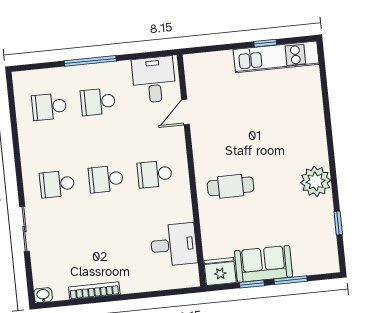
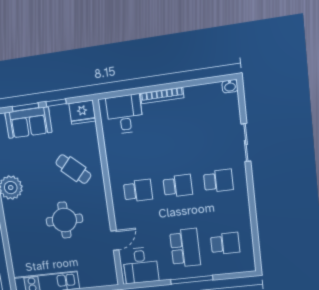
school desk: (98, 102) -> (185, 248), width x1.85
round table: (249, 139) -> (64, 220), added
cafe table: (231, 186) -> (73, 169), moved, turned 42
desk: (174, 245) -> (125, 114), moved, turned 90
sofa: (264, 264) -> (28, 123), moved
bookcase: (94, 291) -> (162, 95), moved

